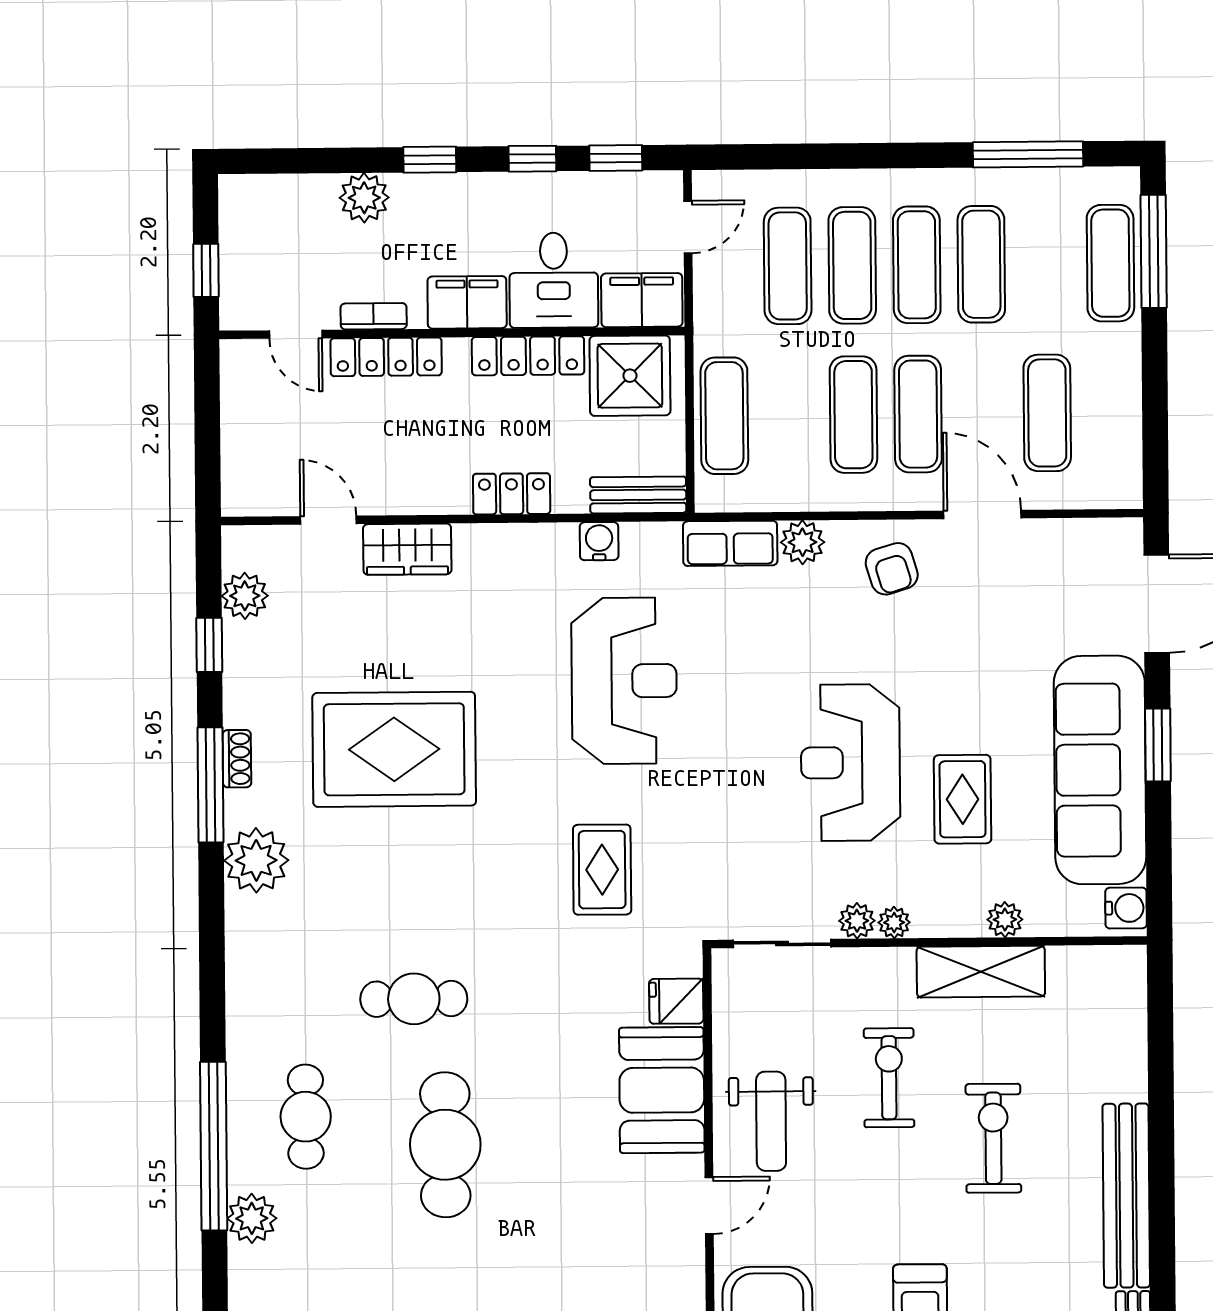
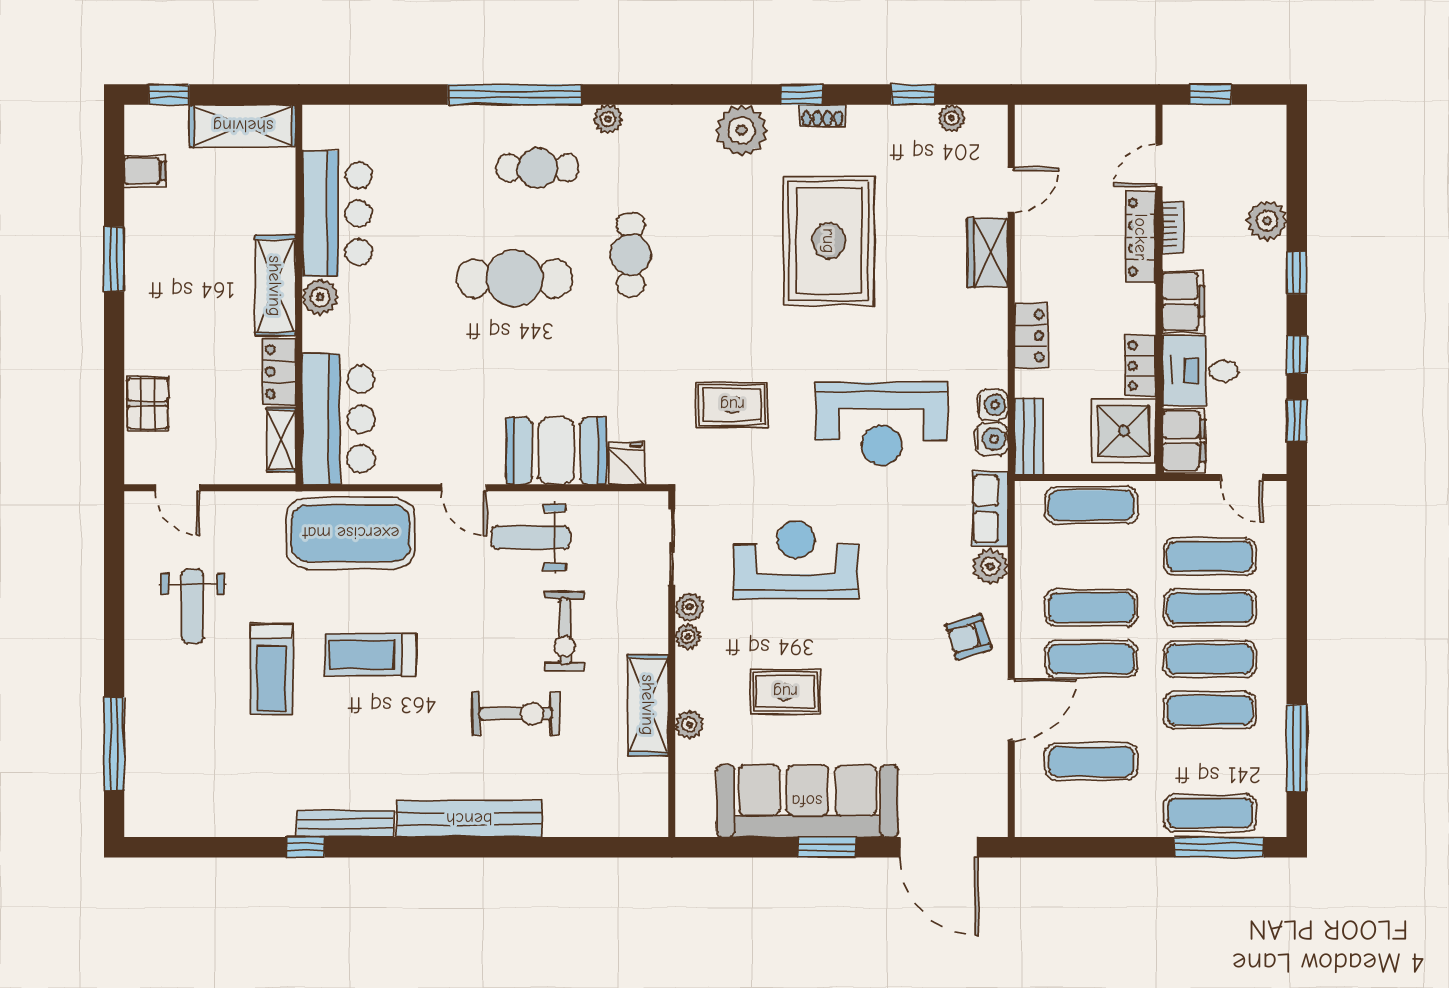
locker: (528, 356) -> (1140, 366), width x0.66
plant: (245, 596) -> (952, 118), width x0.73, depth x0.73
reception desk: (850, 763) -> (796, 560), moved
window: (210, 785) -> (802, 95), width x0.46
water cooler: (1126, 908) -> (991, 439), moved, turned -90
exercise bike: (889, 1078) -> (565, 631), turned 90
plant: (252, 1218) -> (608, 119), moved, width x0.73, depth x0.73

